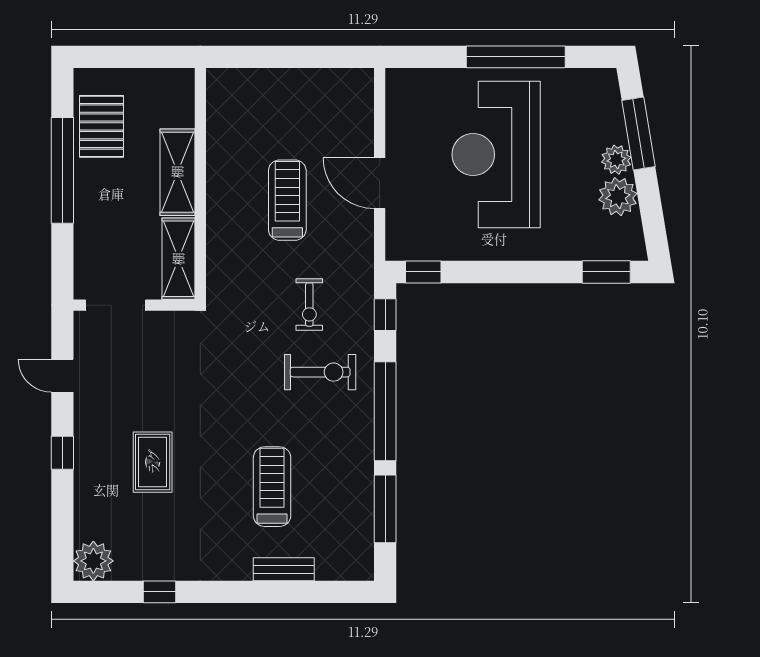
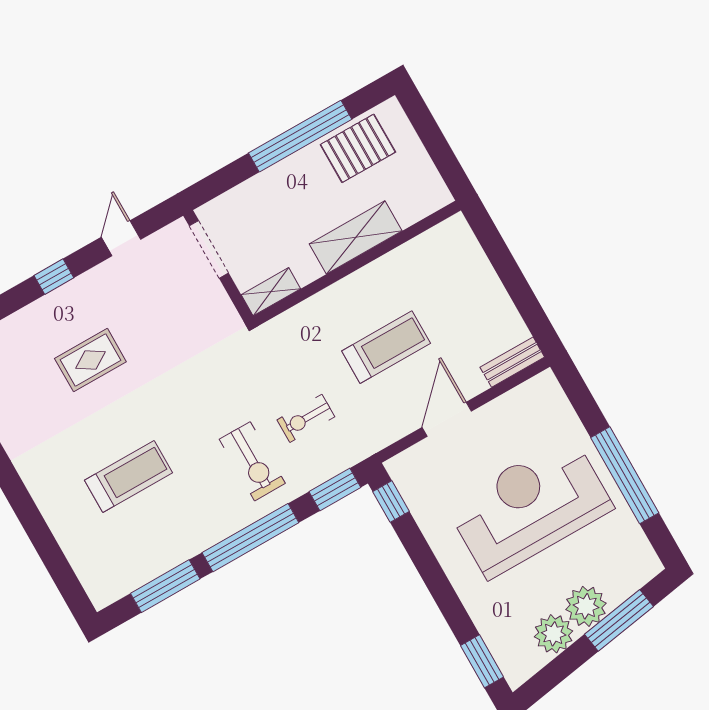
plant: (616, 160) -> (586, 606), width x1.36, depth x1.36
shelving: (178, 259) -> (271, 292), width x0.67, depth x0.75
window: (385, 315) -> (335, 489), width x1.50
bench: (284, 569) -> (512, 362), moved, turned 90

